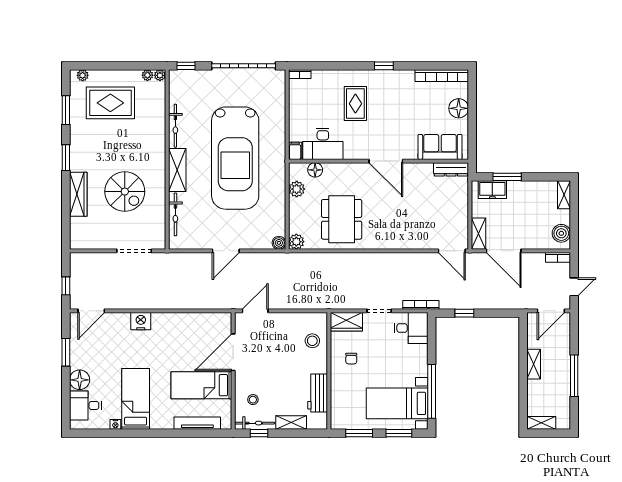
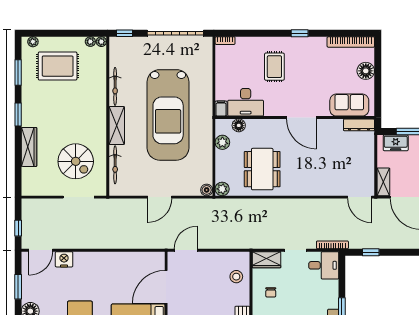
spiral stairs: (125, 192) -> (76, 161), moved
nightstand: (141, 321) -> (64, 259), moved

